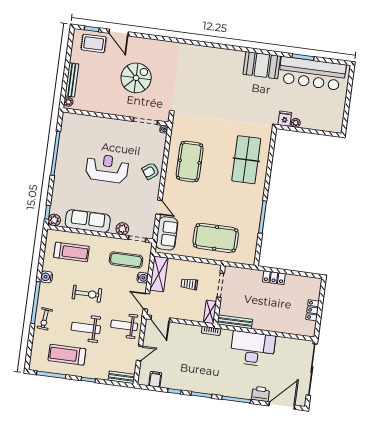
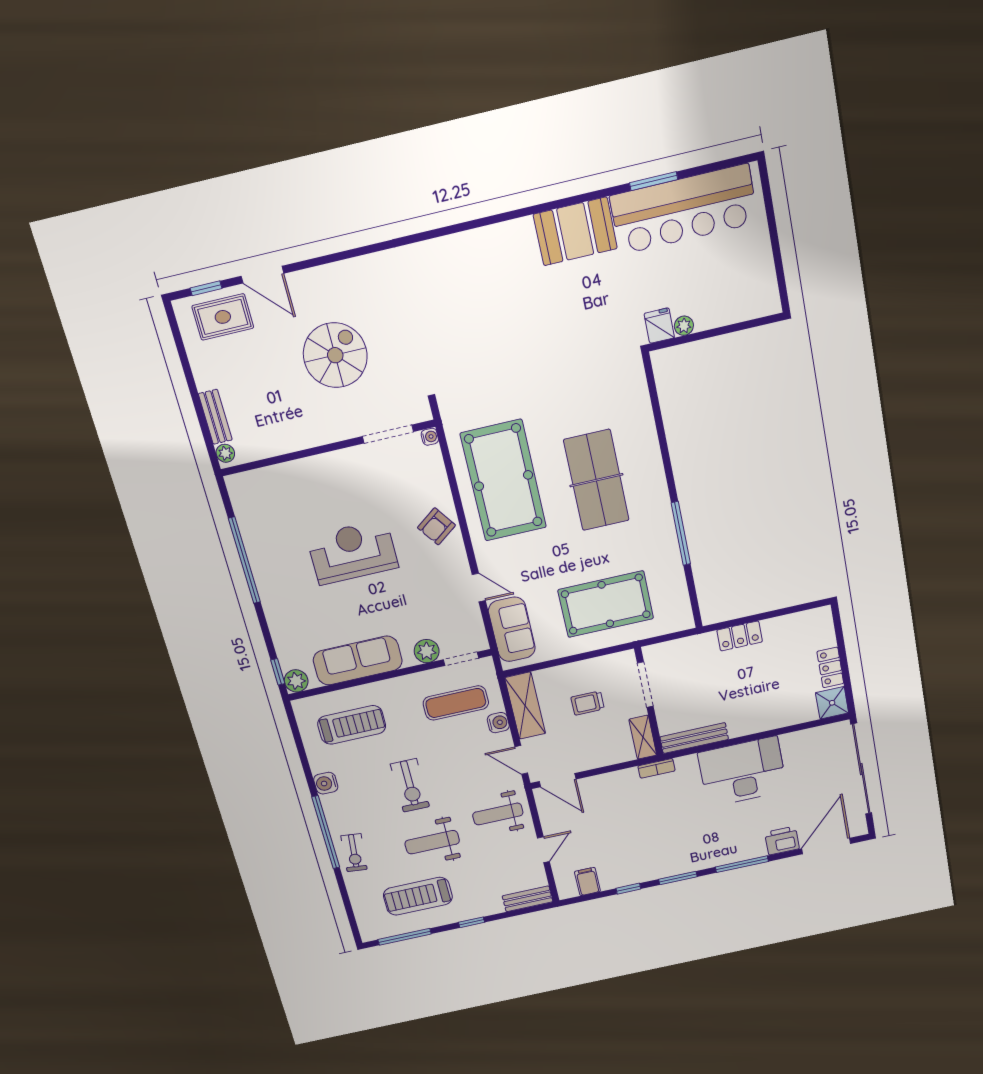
bench: (72, 80) -> (215, 417), width x0.73
table tennis table: (246, 160) -> (596, 480), moved
pool table: (190, 162) -> (503, 481), width x1.36, depth x1.32
exercise bike: (87, 294) -> (410, 785), turned 90
shower: (308, 329) -> (832, 703), added

